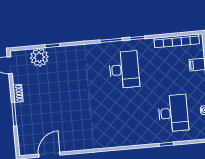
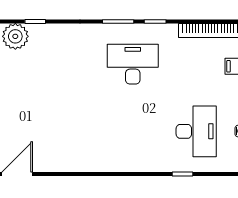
desk: (124, 70) -> (133, 64), turned -90

